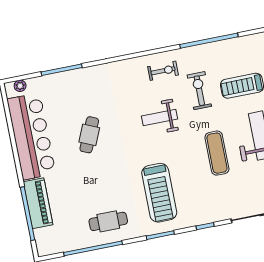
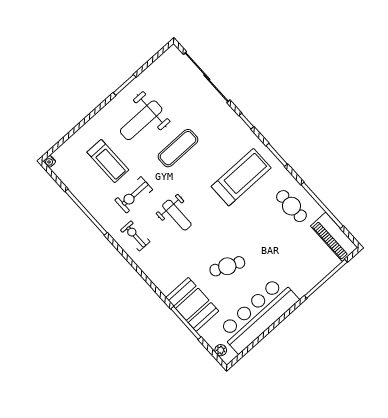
booth: (74, 85) -> (192, 304), added
piano: (38, 203) -> (334, 237), moved, turned -90

